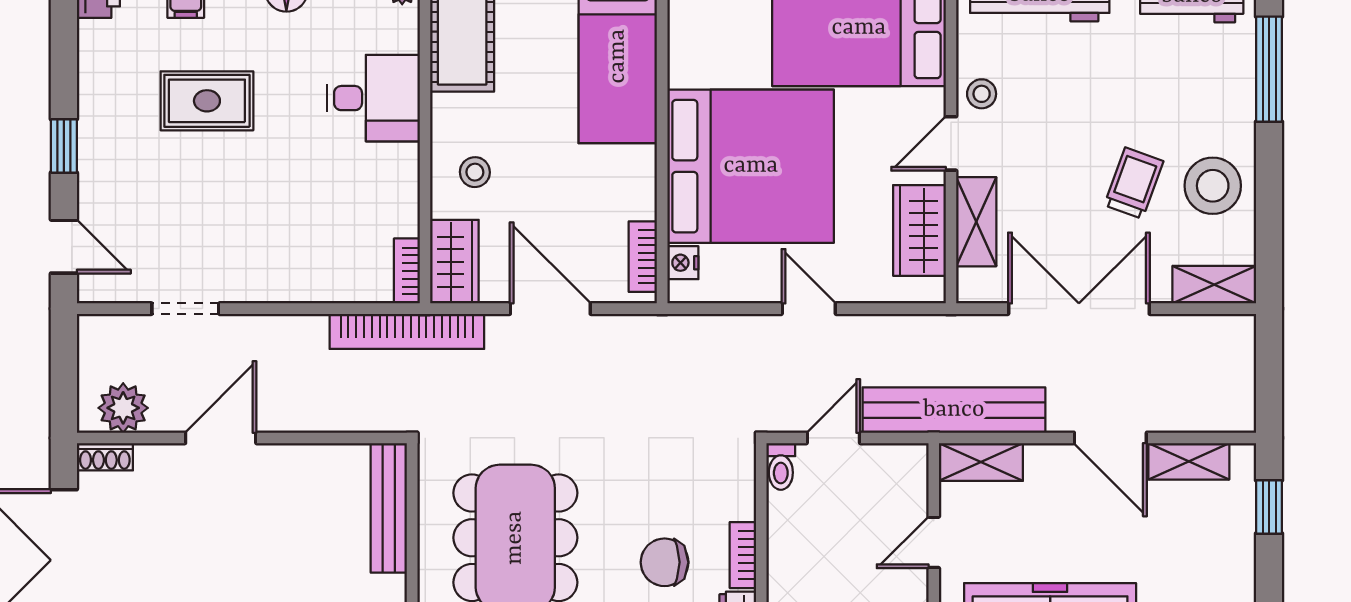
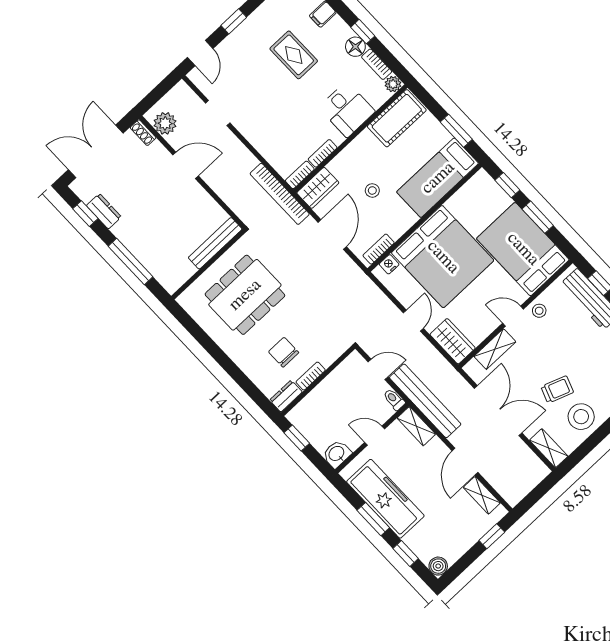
stool: (475, 172) -> (372, 190), moved
bookcase: (407, 202) -> (323, 153), added
wardrobe: (919, 230) -> (453, 341), moved, turned 90
toilet: (781, 466) -> (394, 399), moved, turned 90

